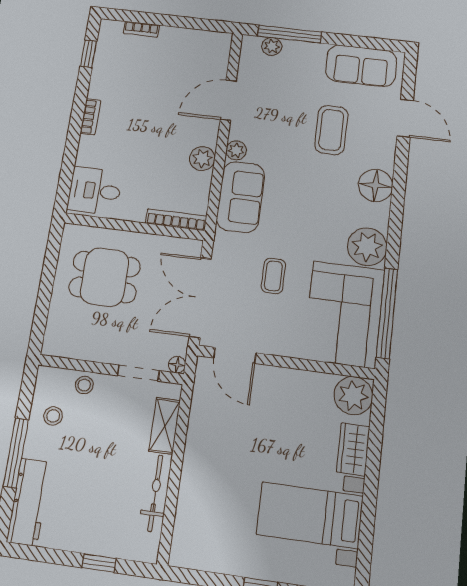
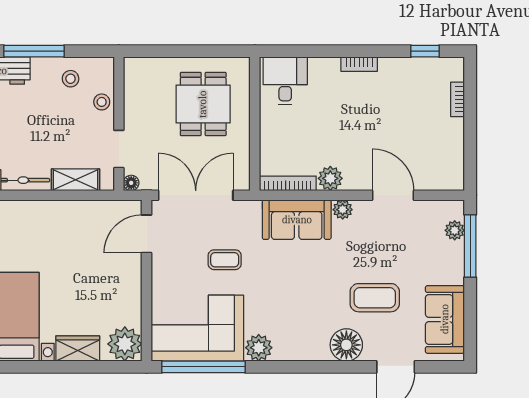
floor lamp: (375, 185) -> (346, 345), moved
bookcase: (176, 220) -> (288, 183), moved, turned -90
plant: (367, 247) -> (259, 348), width x0.73, depth x0.73

